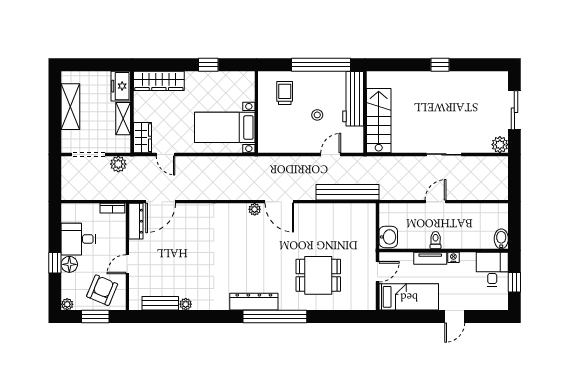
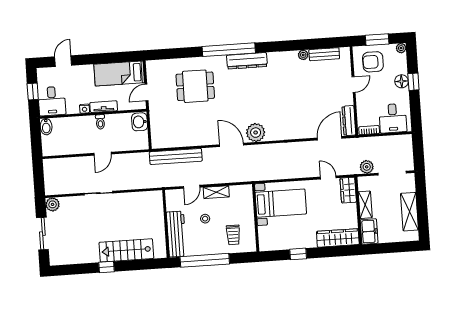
stairs: (379, 121) -> (126, 250), moved, turned 90
shelving: (302, 146) -> (216, 192), added
plant: (255, 209) -> (256, 133), width x1.88, depth x1.88
desk: (78, 239) -> (393, 118), moved, turned 90
armchair: (102, 290) -> (373, 62), turned 67
door: (455, 317) -> (63, 61), moved

